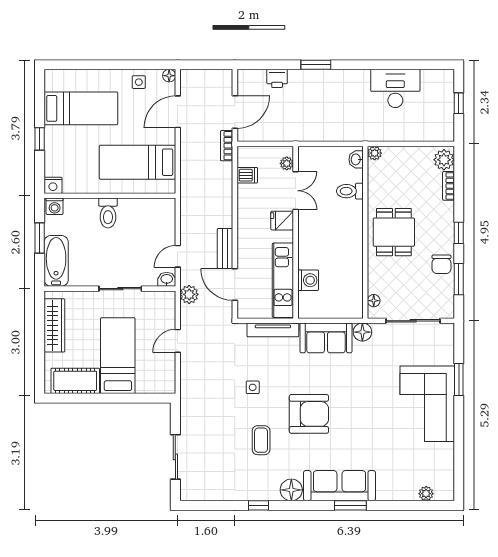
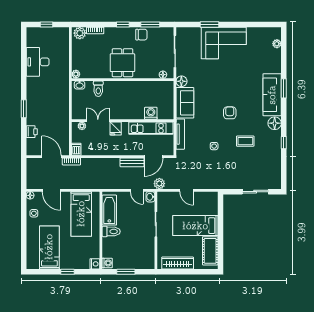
dishwasher: (247, 175) -> (76, 149), moved
dining table: (394, 232) -> (122, 63), turned 90
bathtub: (56, 261) -> (109, 210), moved, turned 90
armchair: (309, 414) -> (230, 113), width x0.53, depth x0.53

